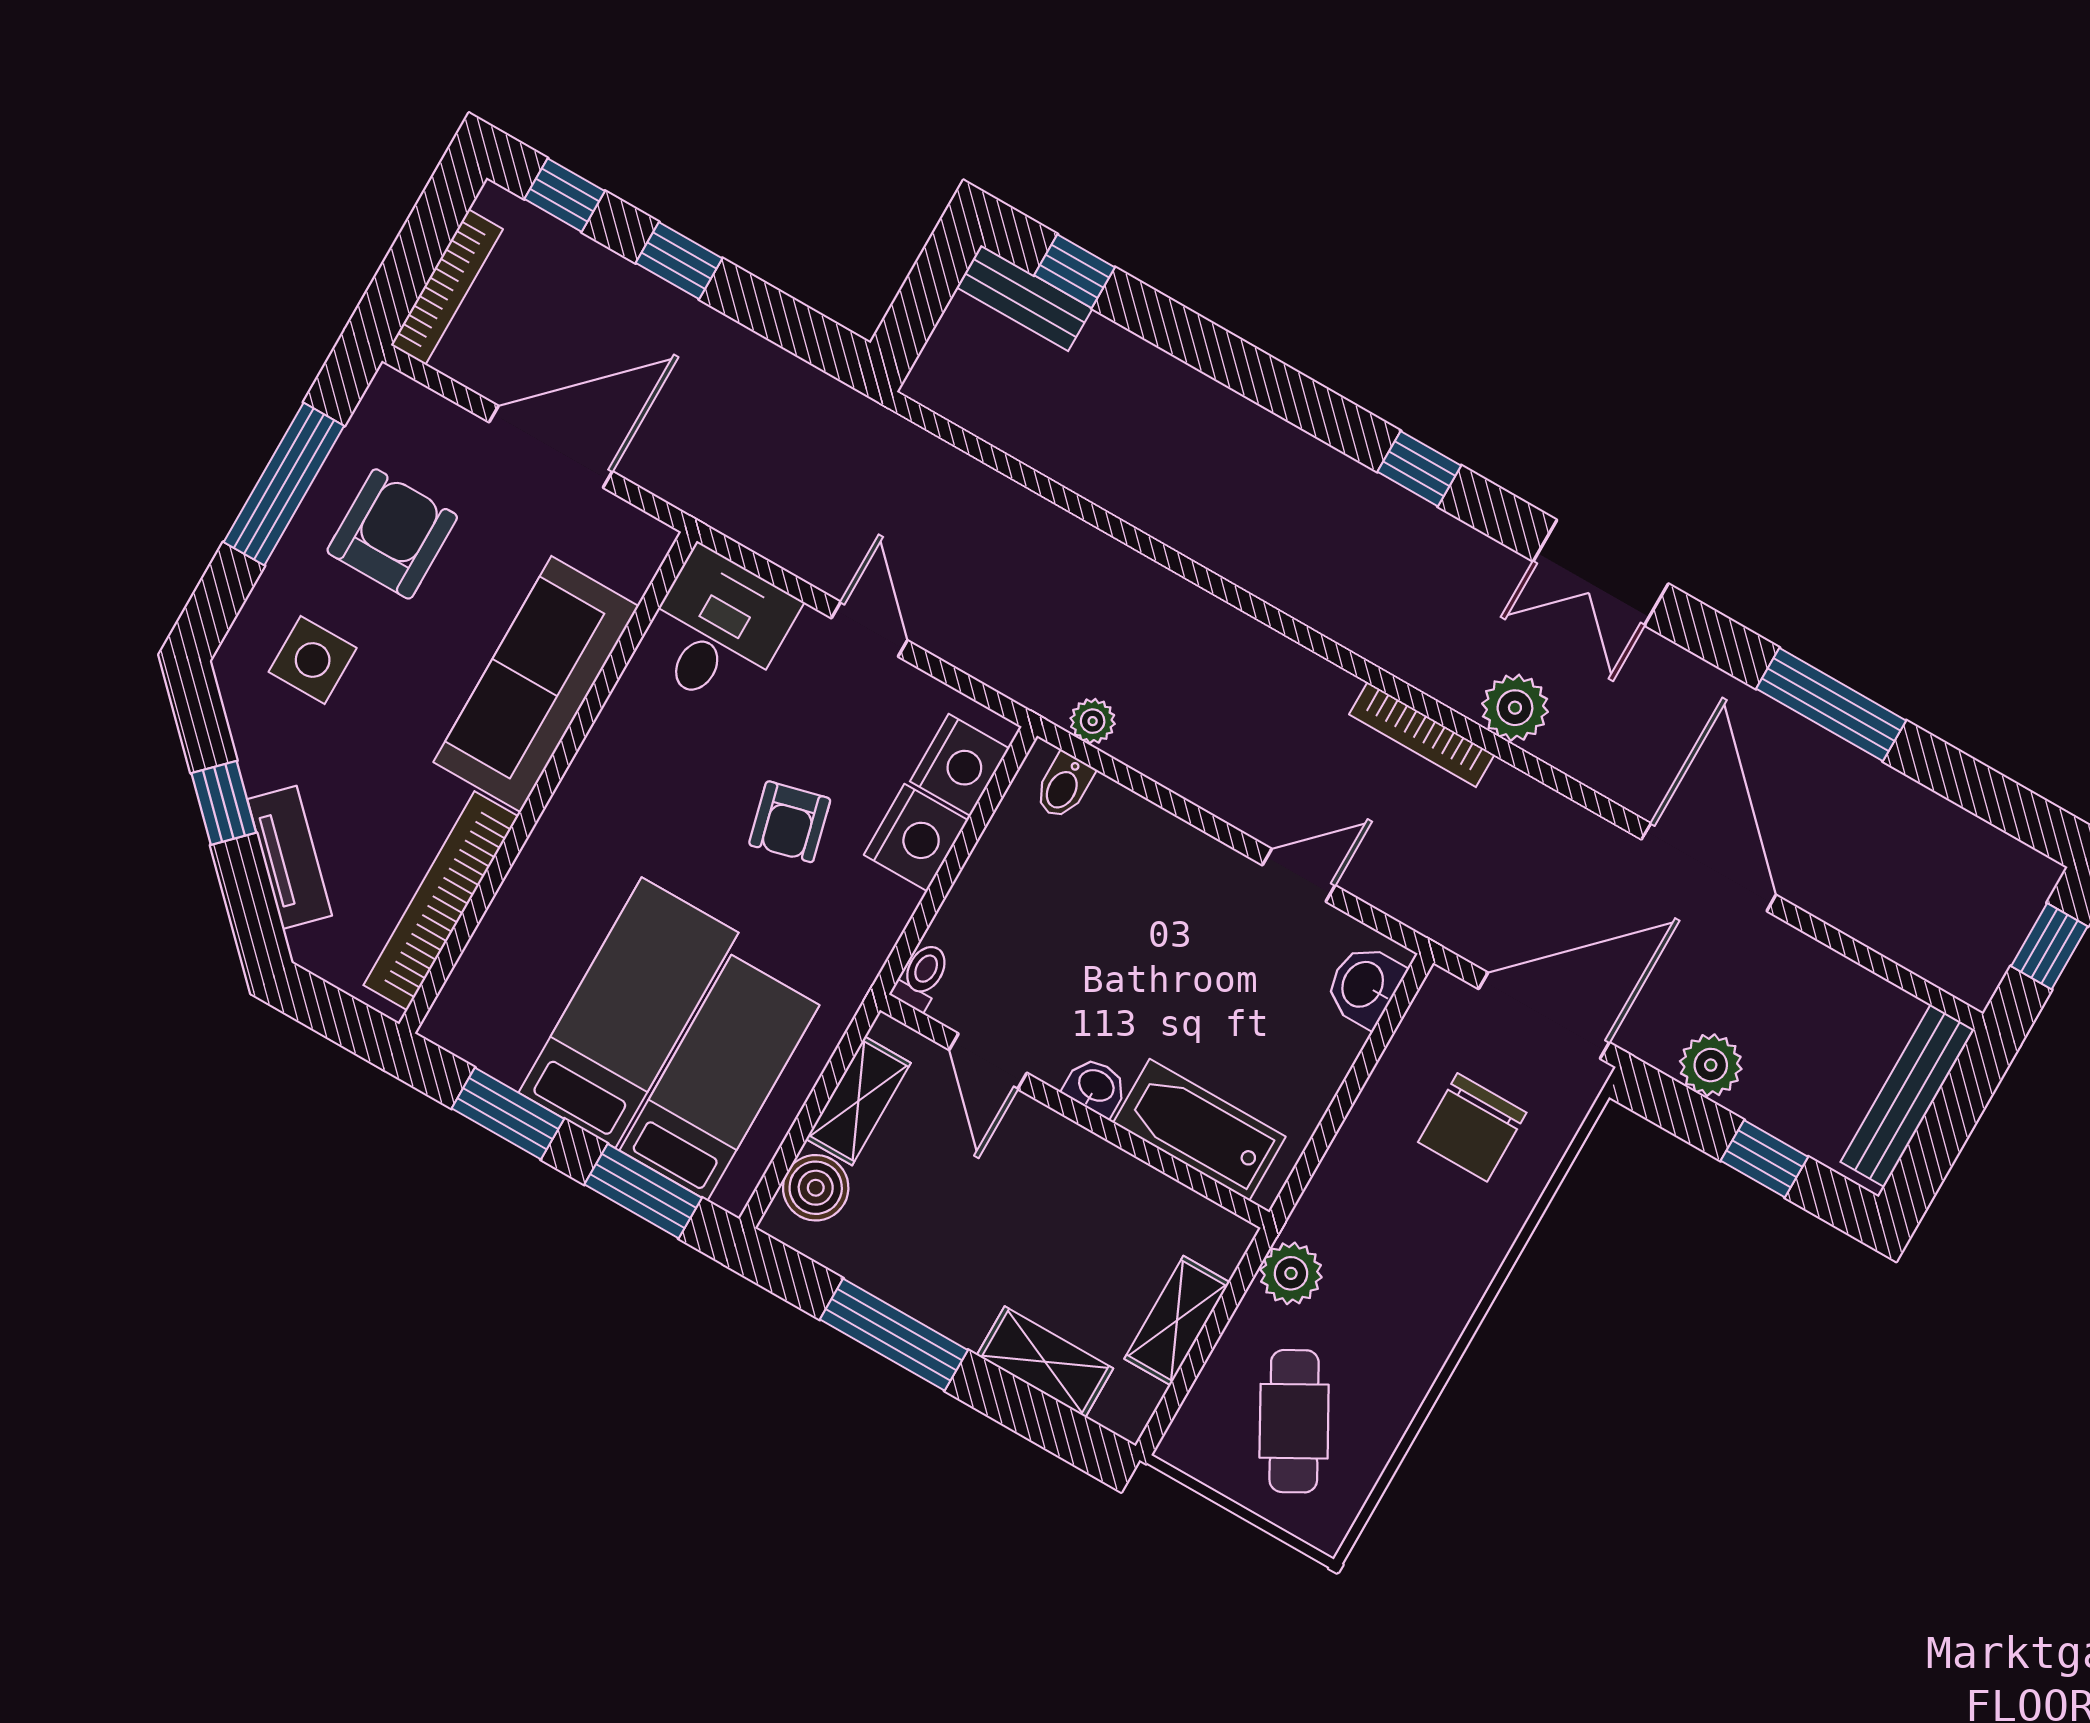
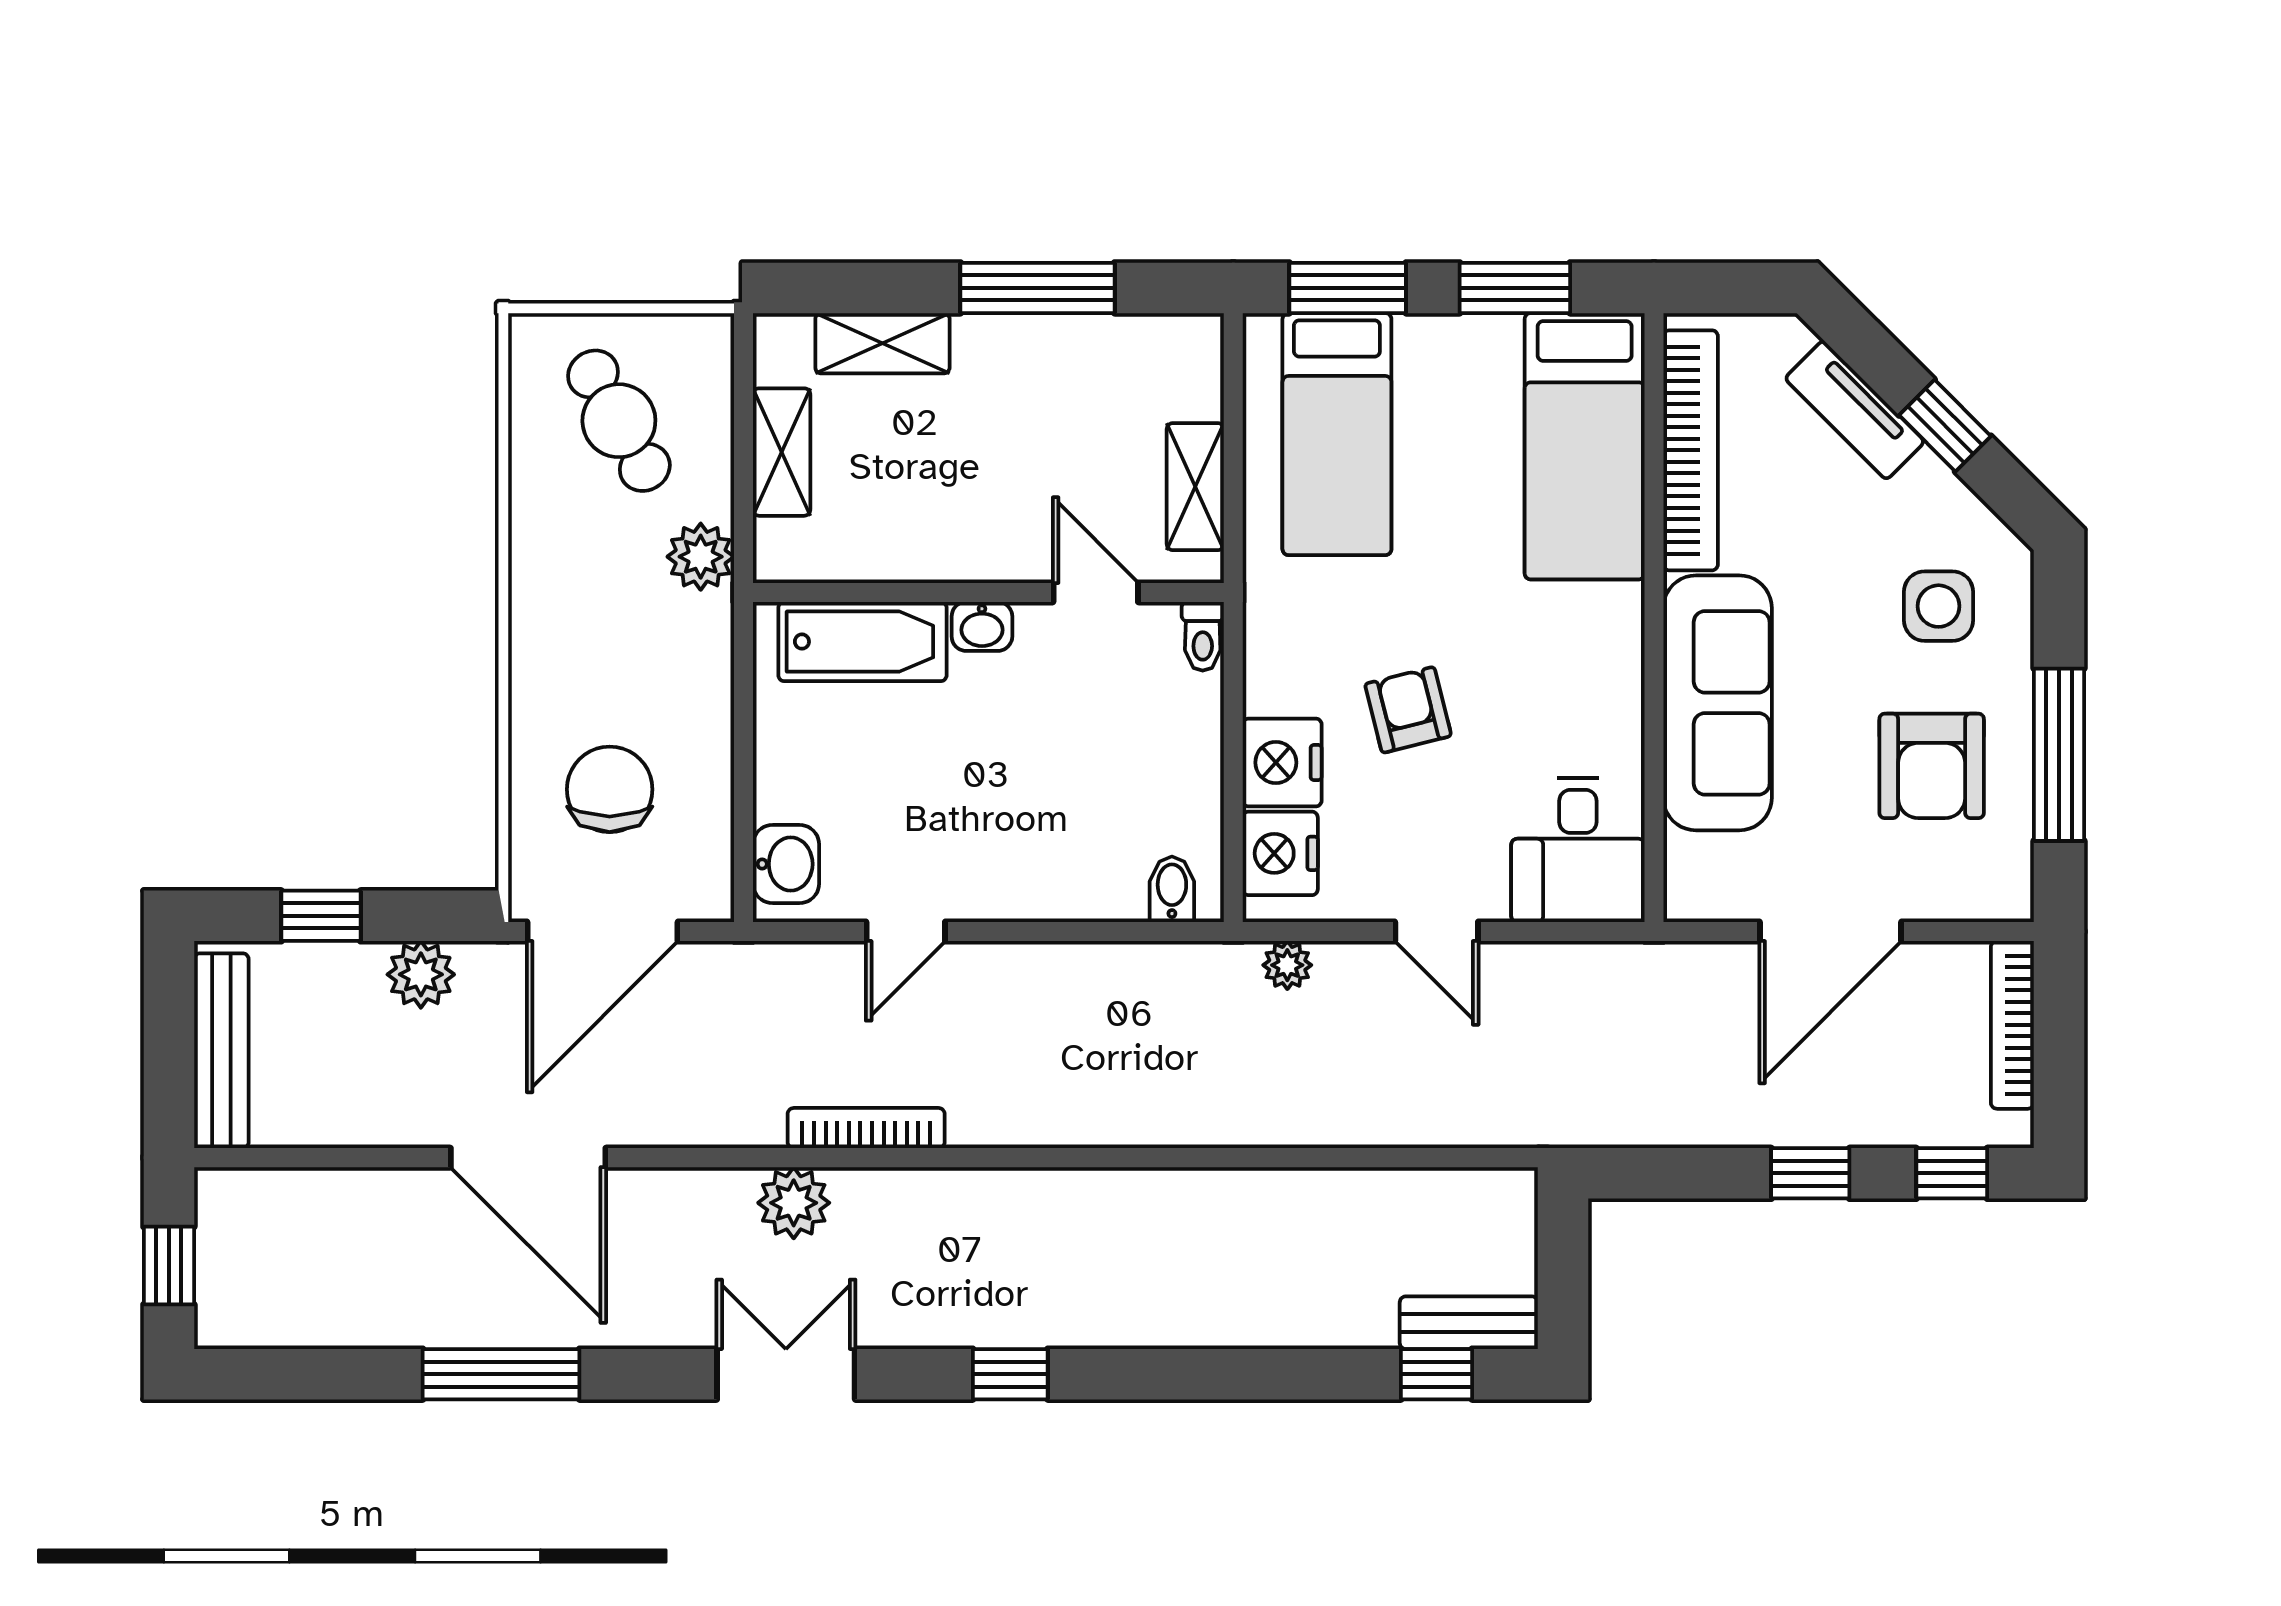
plant: (1093, 721) -> (1287, 965), moved
bed: (629, 1013) -> (1585, 446), moved
boiler: (816, 1188) -> (1189, 383), removed

